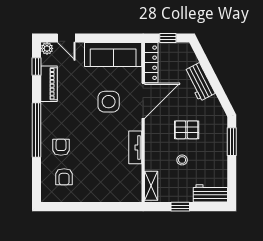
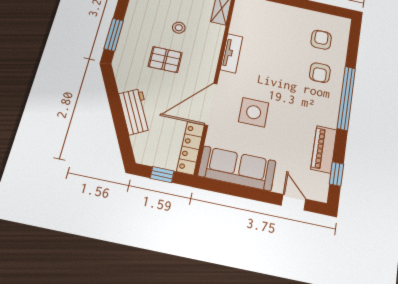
plant: (47, 48) -> (320, 194), removed

